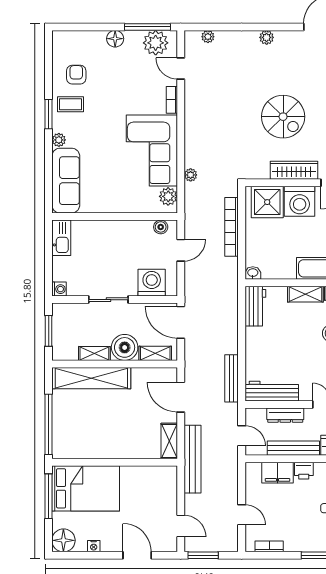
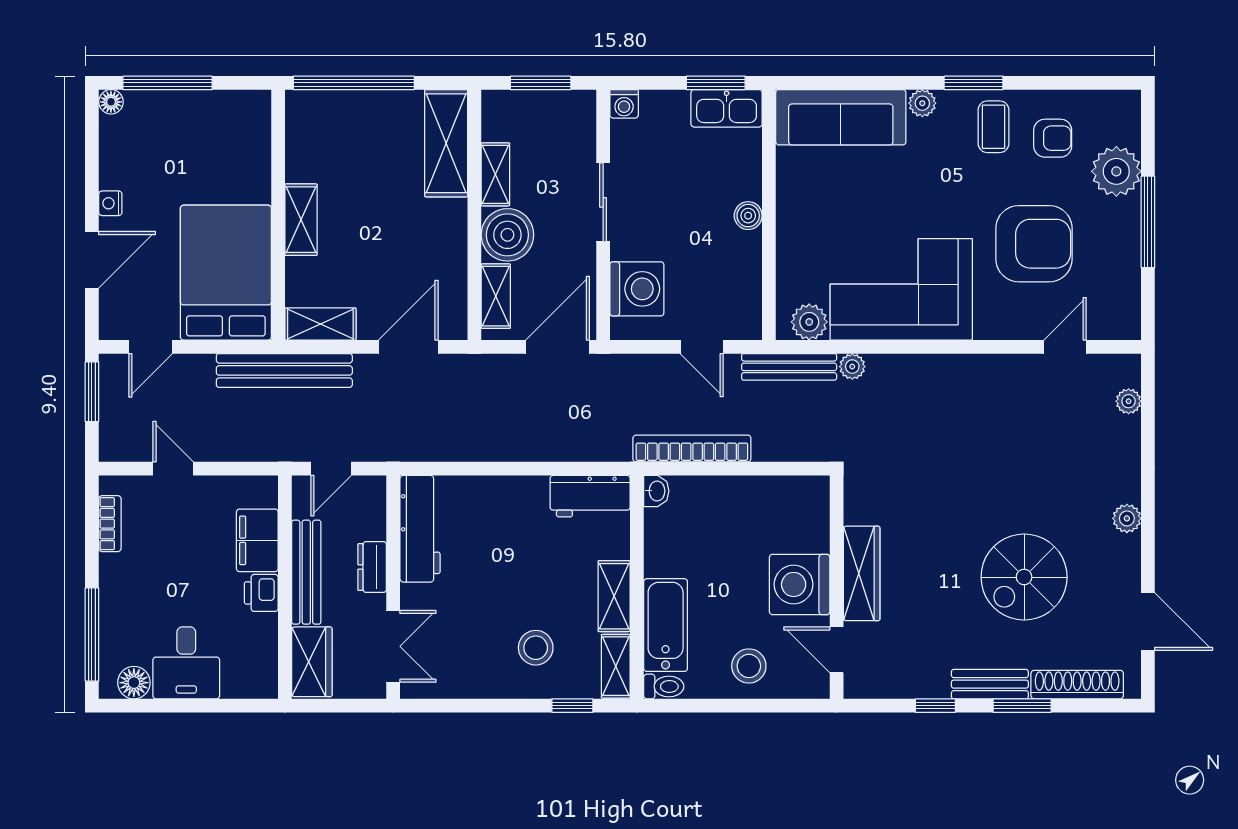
window: (148, 27) -> (1148, 222), moved
floor lamp: (115, 39) -> (1124, 216), removed
plant: (156, 43) -> (1116, 171), moved
armchair: (129, 84) -> (1034, 244), added
bookcase: (172, 100) -> (1002, 329), removed
spiral stairs: (283, 117) -> (1024, 577), moved
shower: (267, 202) -> (798, 520), removed
boiler: (161, 227) -> (748, 216), moved
bookcase: (232, 227) -> (692, 448), moved
window: (49, 243) -> (716, 83), added
shelving: (91, 378) -> (446, 143), width x0.68
bench: (232, 378) -> (789, 367), moved
dresser: (285, 415) -> (372, 567), width x0.70
shelving: (117, 451) -> (301, 220), added
bed: (86, 488) -> (226, 273), moved, turned 180
window: (49, 496) -> (168, 83), moved
door: (242, 515) -> (173, 469), swing flipped
floor lamp: (63, 540) -> (111, 102), width x0.53, depth x0.53
nightstand: (94, 546) -> (110, 203), moved

